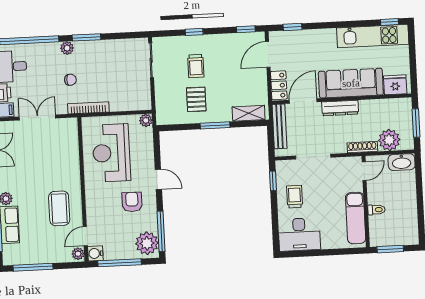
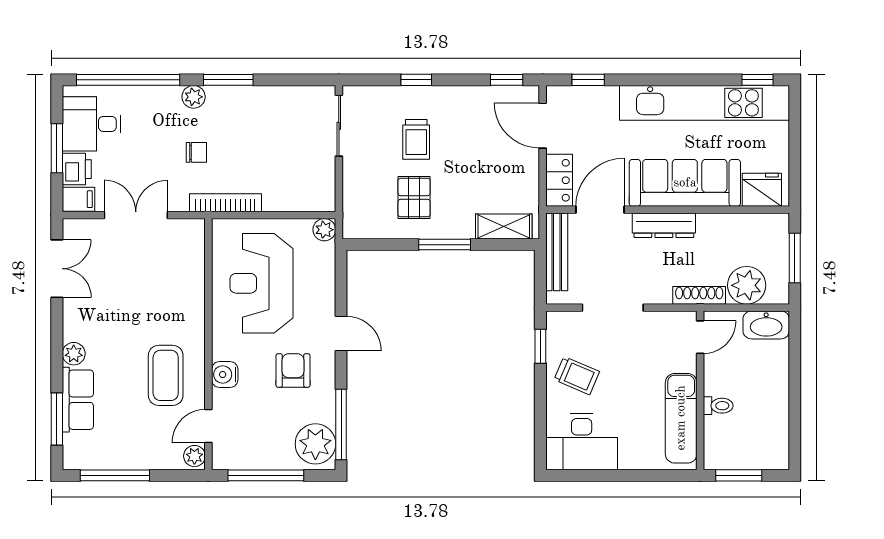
kitchen unit: (373, 36) -> (704, 103), width x1.36
door: (268, 54) -> (543, 126), hinge flipped
trolley: (295, 197) -> (577, 376), turned 113
water cooler: (95, 253) -> (225, 375), moved

